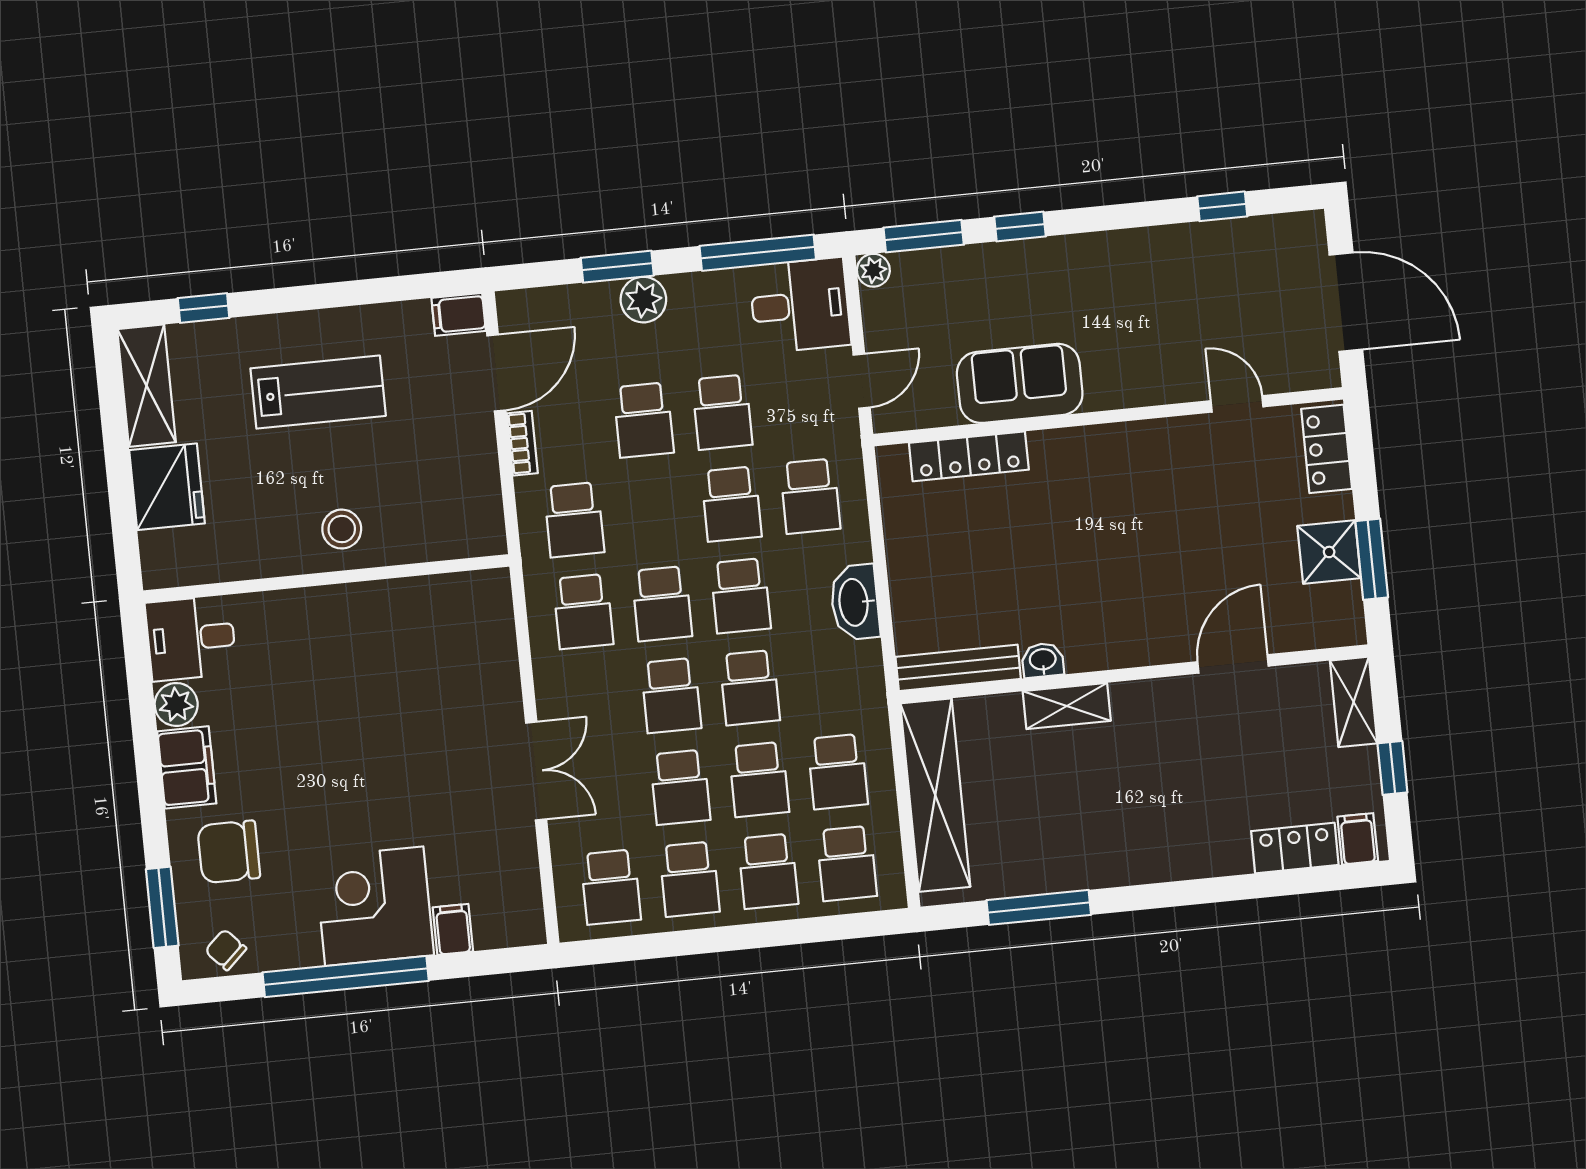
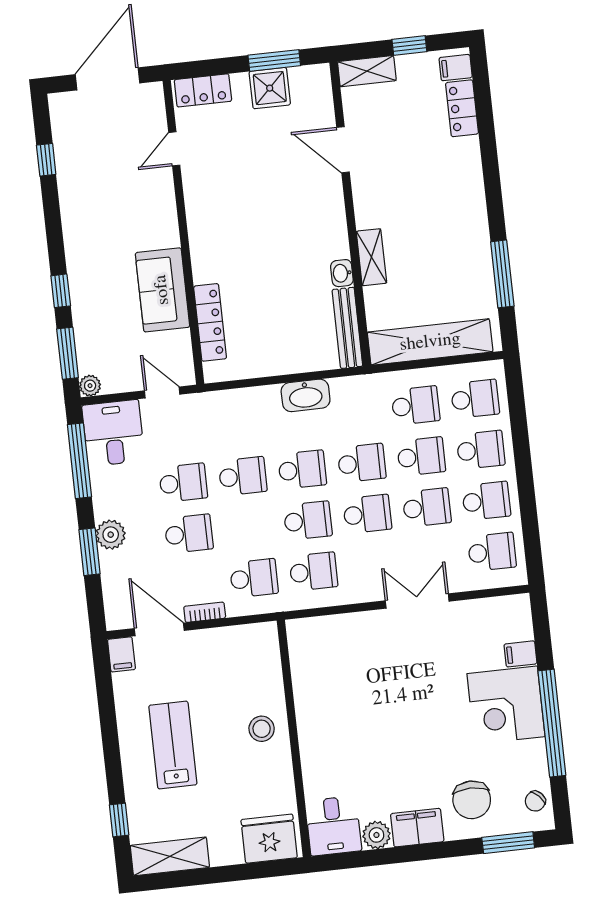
fridge: (167, 487) -> (269, 839), moved
school desk: (810, 496) -> (237, 425), removed

